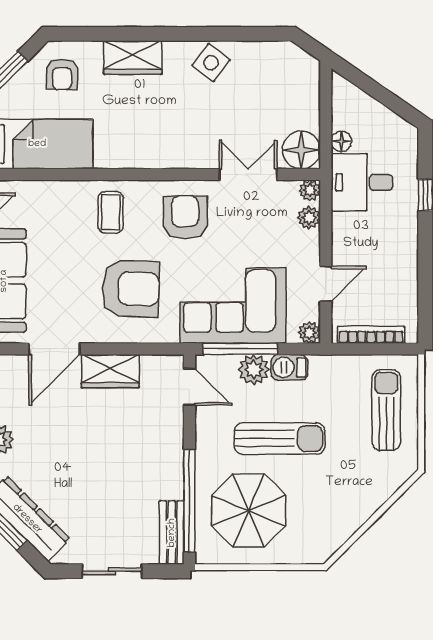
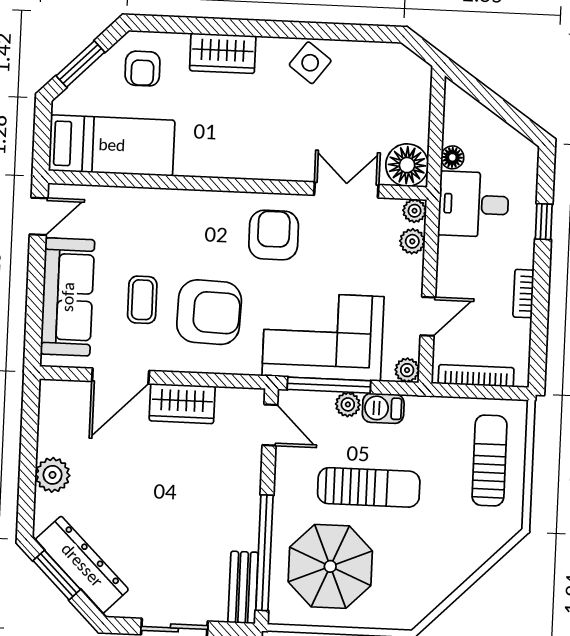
coffee table: (111, 212) -> (142, 300), moved
bookcase: (410, 260) -> (523, 294), added
plant: (254, 370) -> (348, 404), width x0.73, depth x0.73

